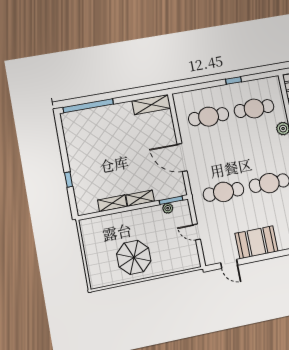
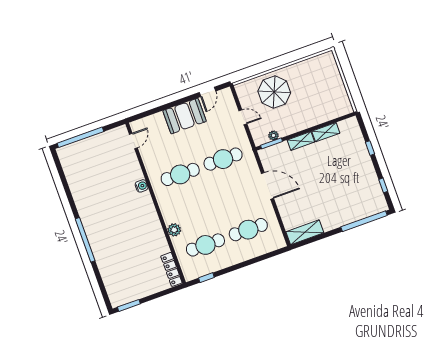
window: (233, 81) -> (206, 278), moved
window: (61, 139) -> (383, 185), added
parasol: (134, 257) -> (274, 92), moved
door: (229, 264) -> (208, 92), swing flipped

